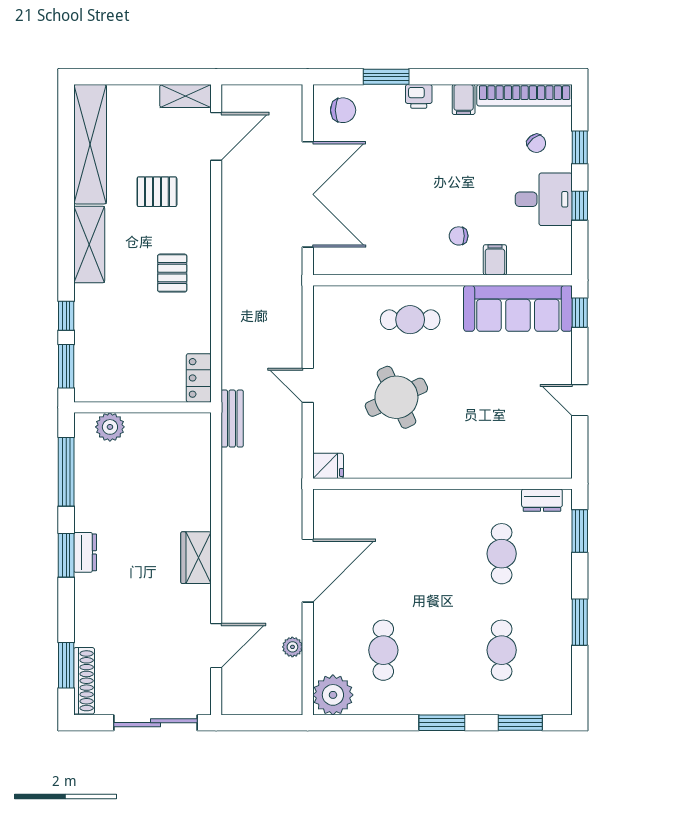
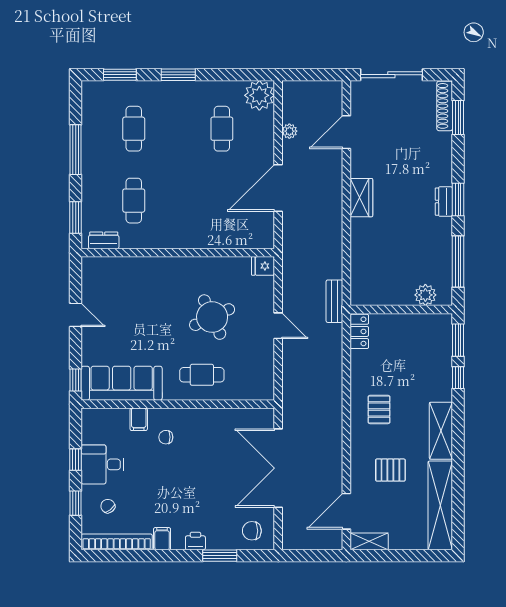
chair: (459, 236) -> (166, 437), turned 180
window: (580, 622) -> (76, 150), width x1.44

